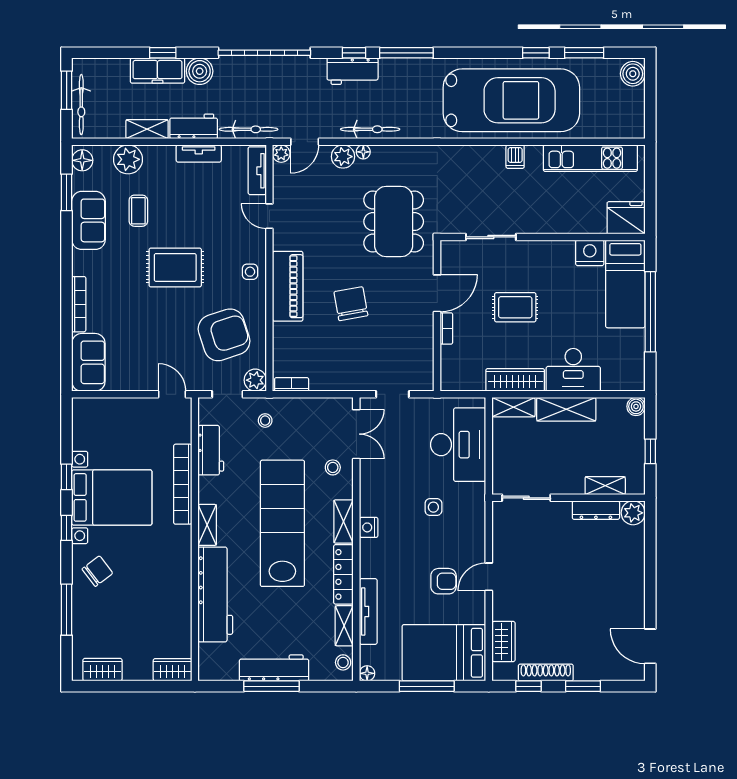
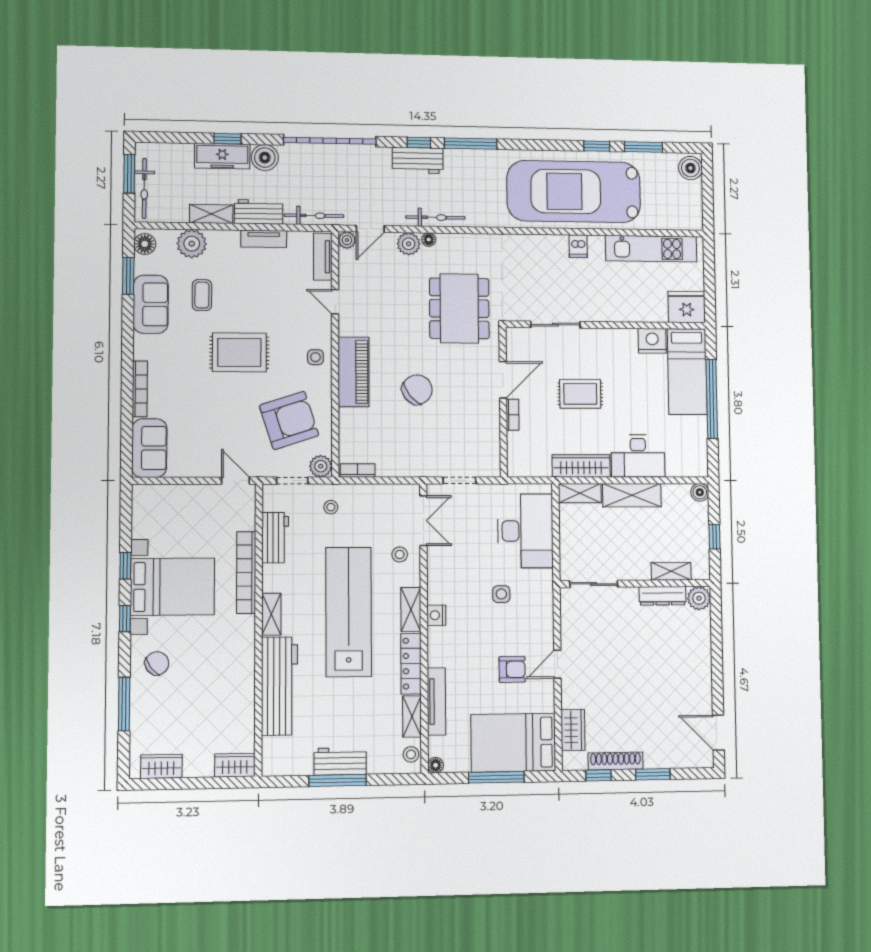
car: (511, 100) -> (574, 192), turned 180
chair: (351, 304) -> (417, 390), turned 61
workbench: (274, 668) -> (340, 761), width x0.73

